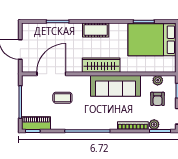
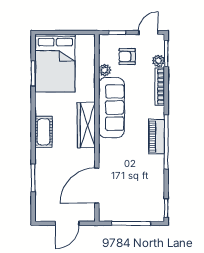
door: (51, 74) -> (97, 186), hinge flipped
plant: (158, 80) -> (105, 70), moved
coffee table: (62, 98) -> (126, 172), removed
armchair: (158, 99) -> (127, 57), turned 180
piano: (36, 123) -> (157, 137), moved

